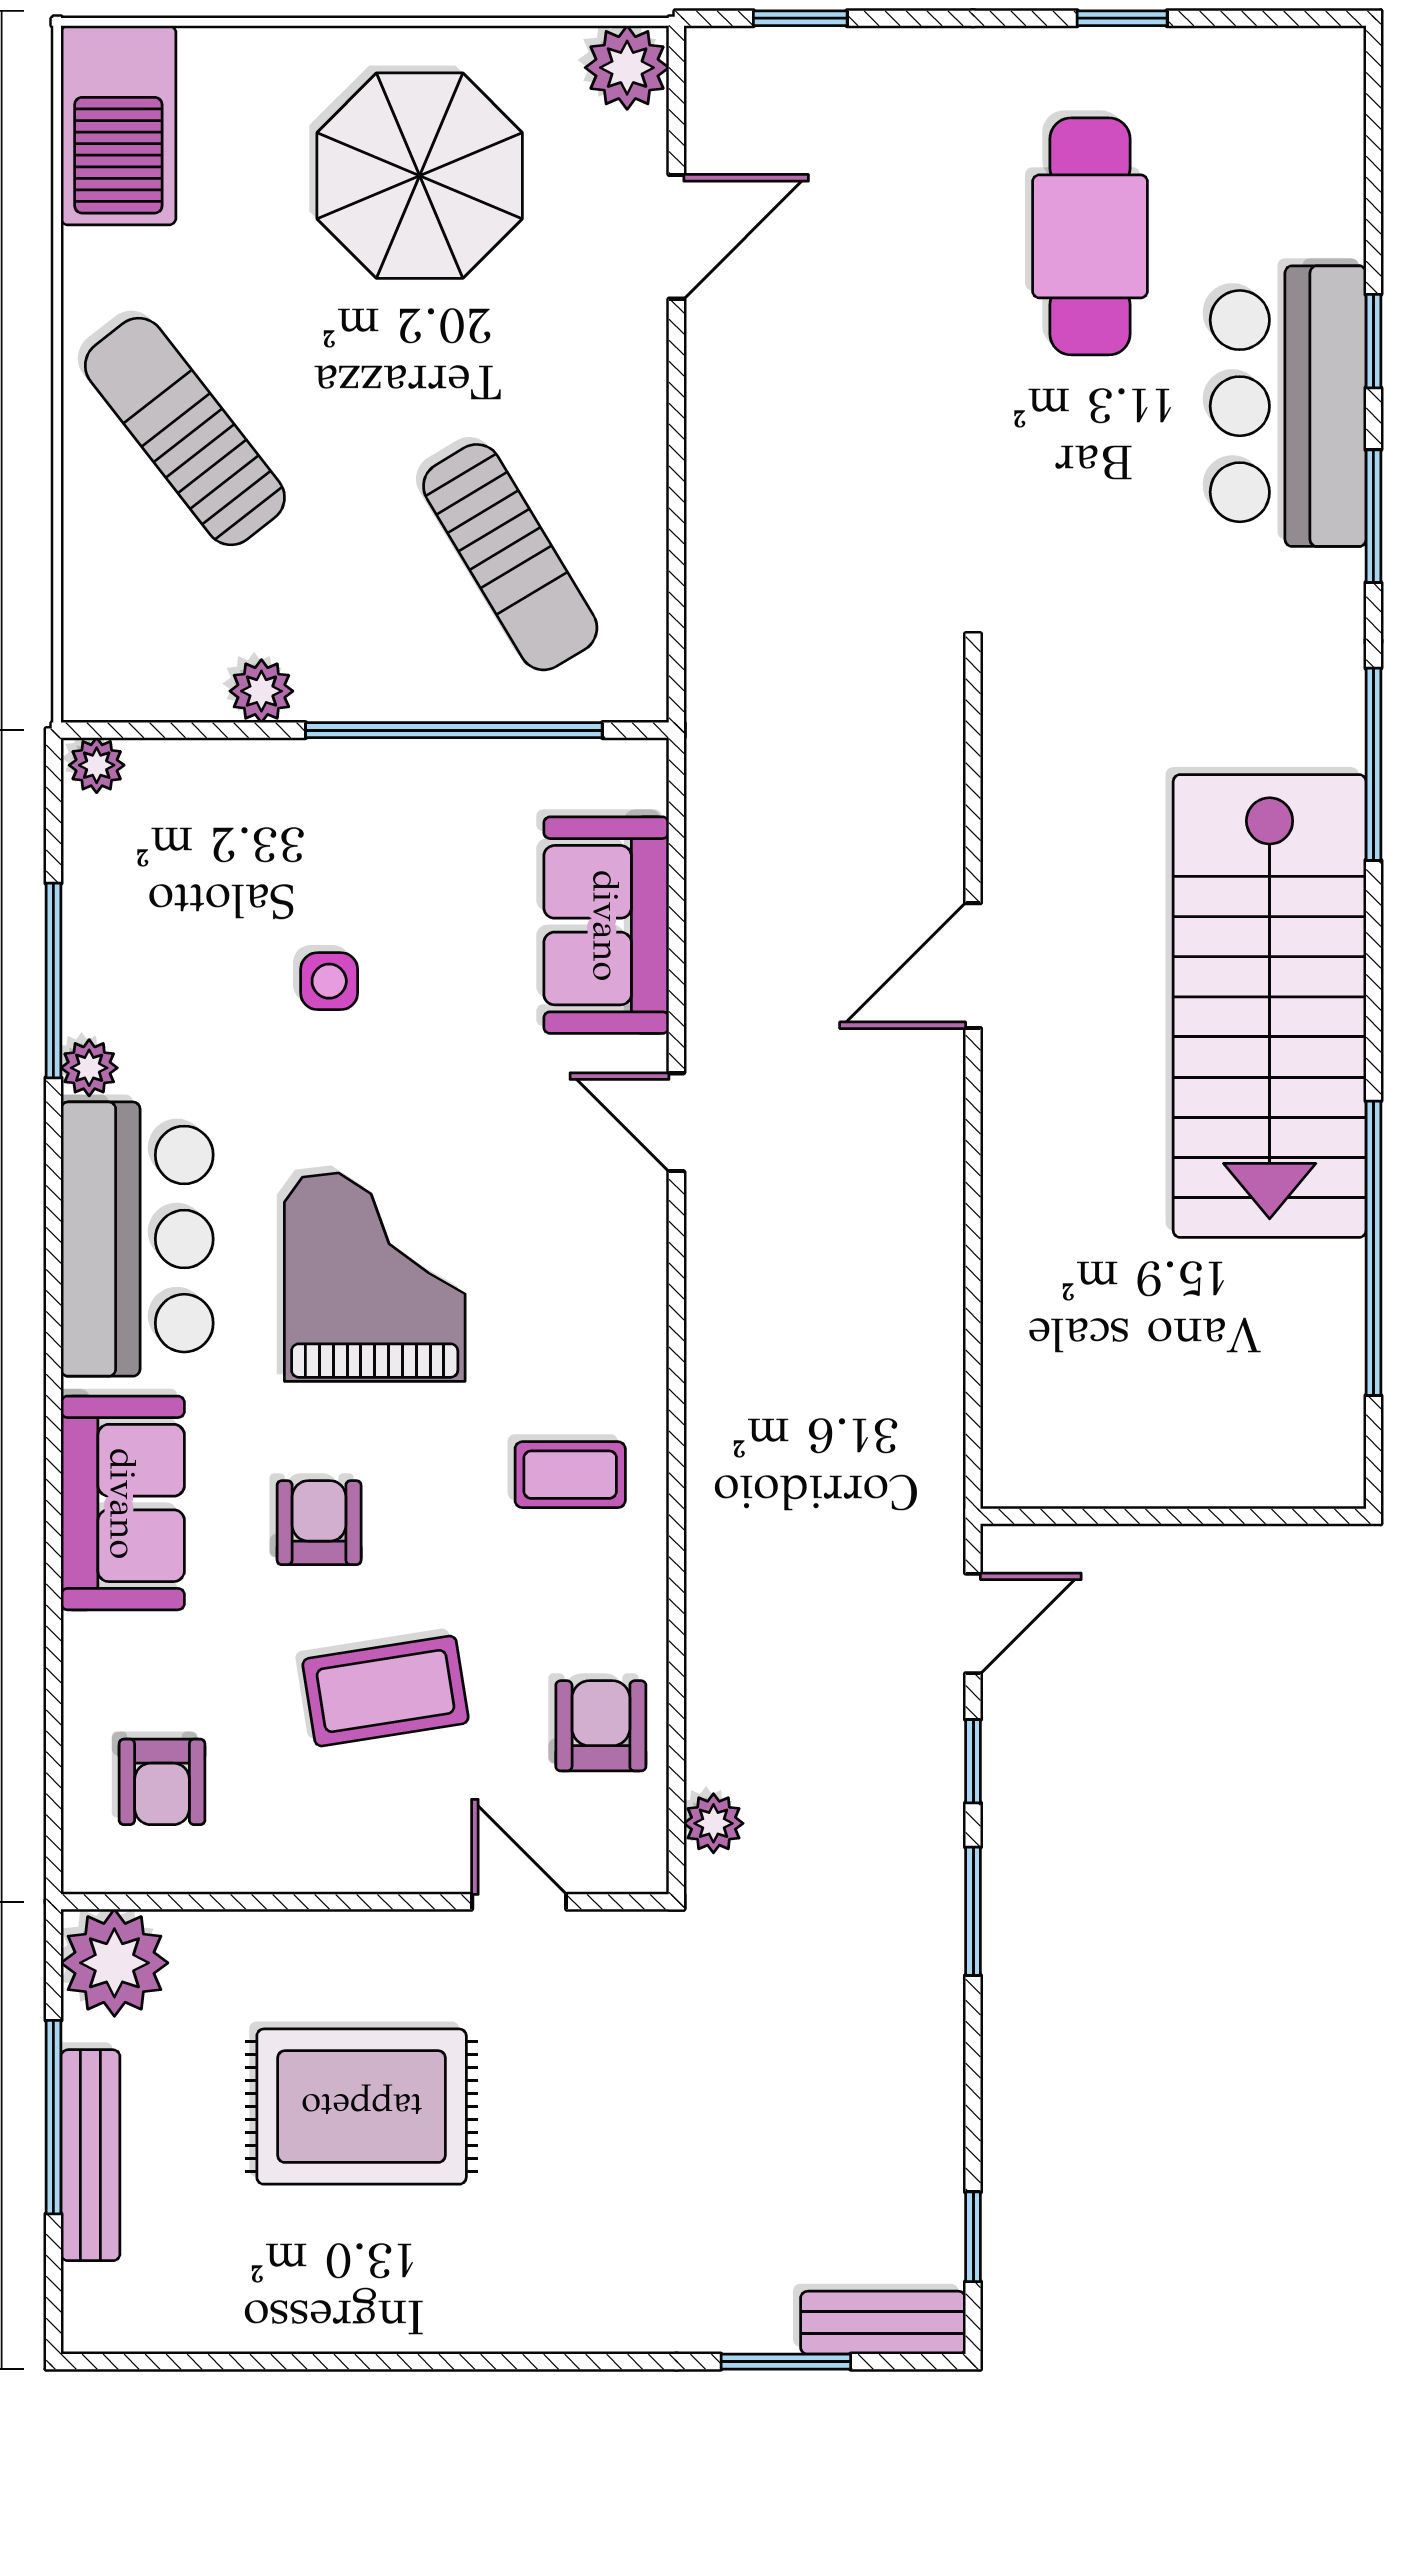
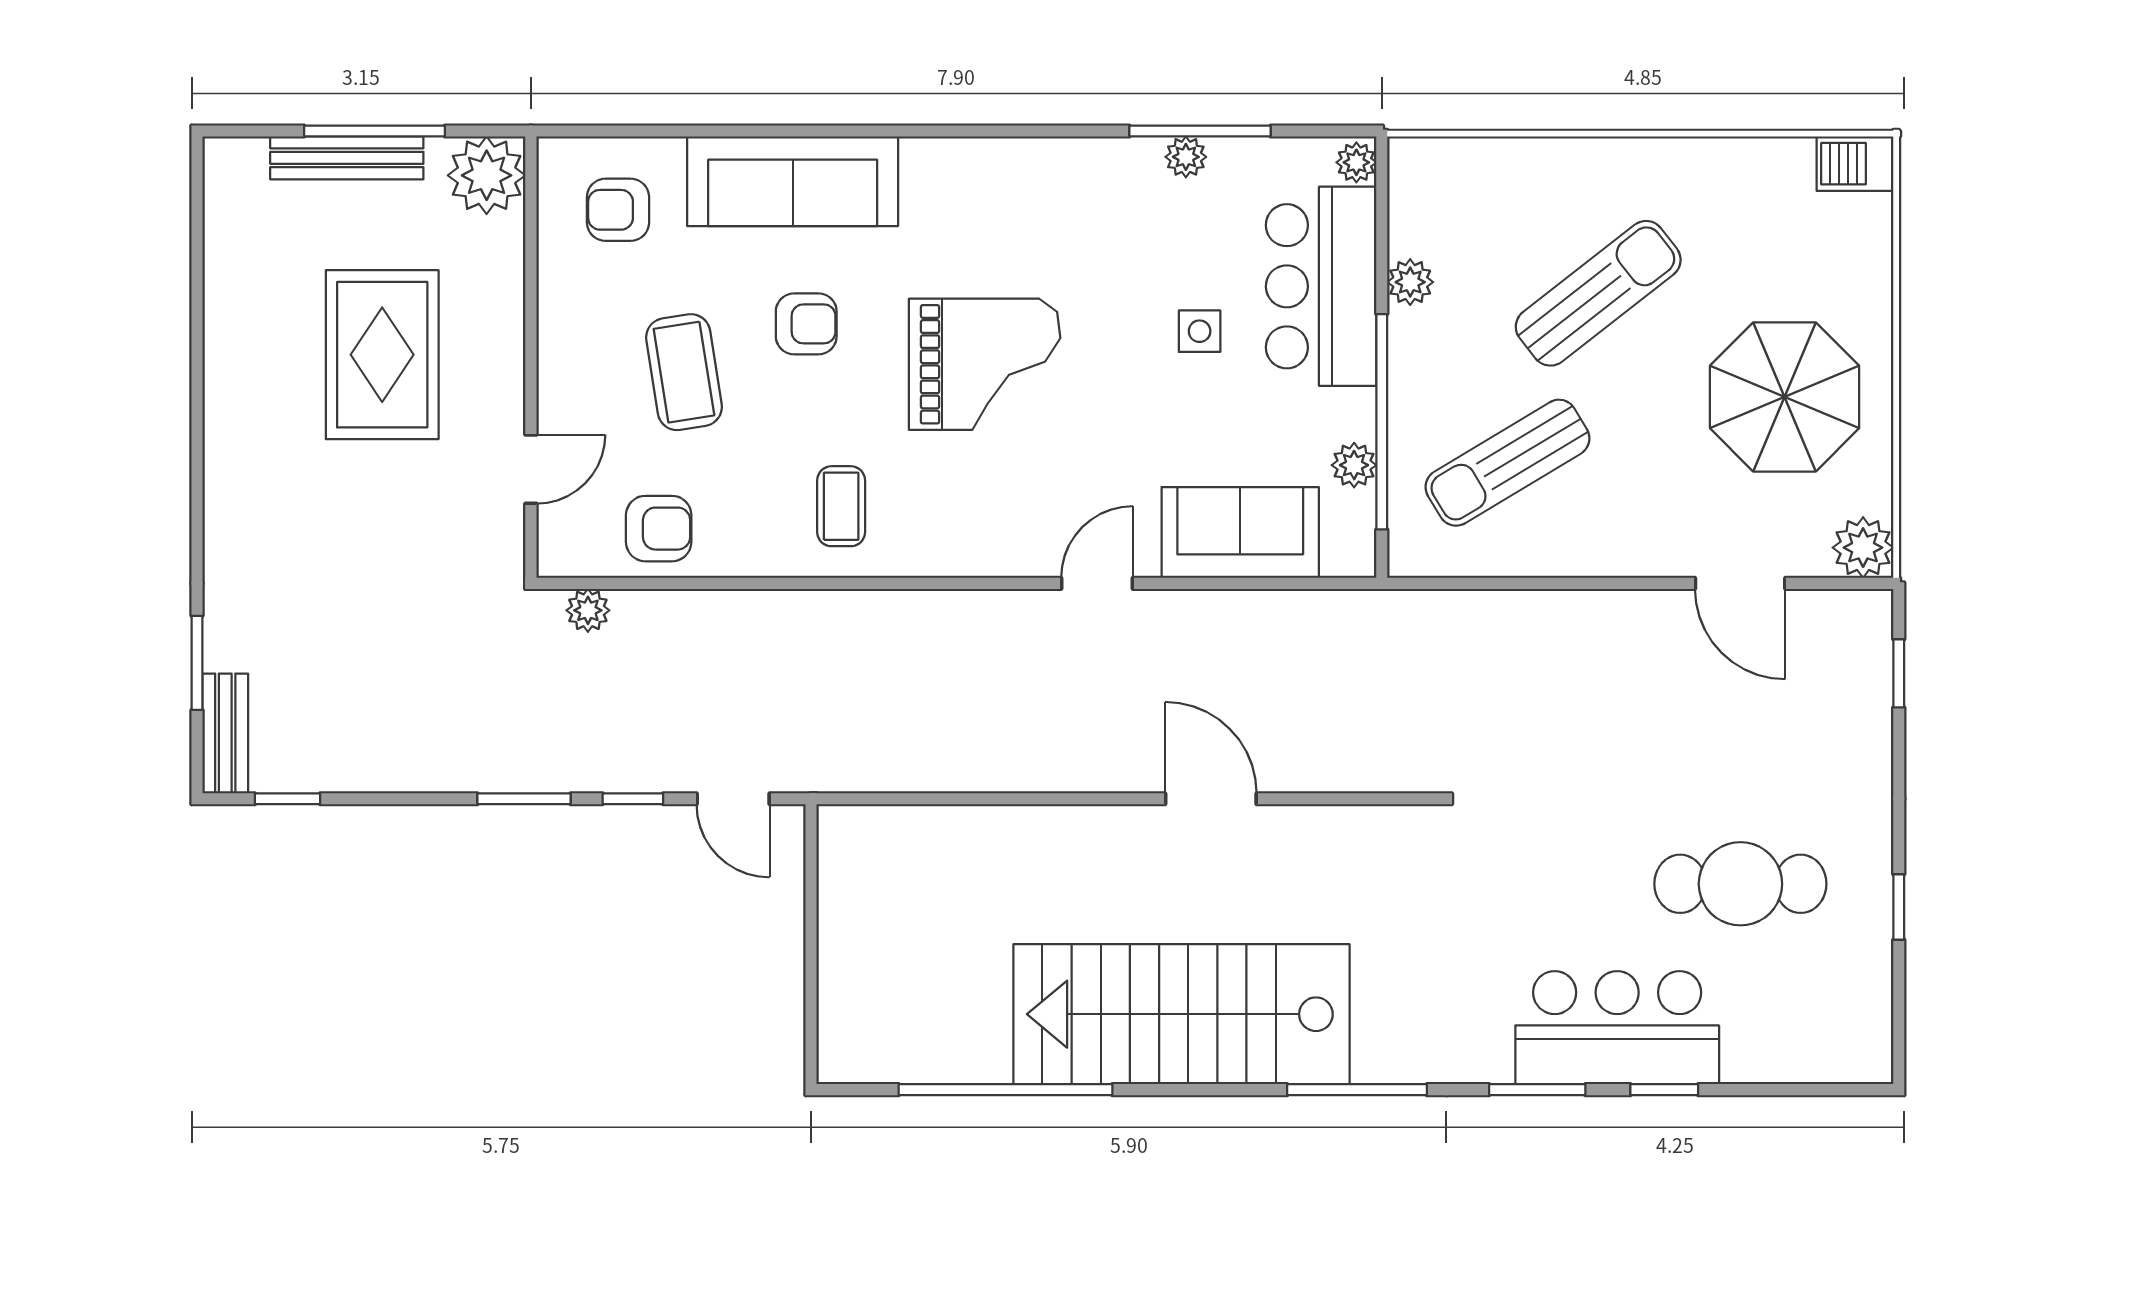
barbecue: (118, 125) -> (1855, 164), width x0.53, depth x0.65
sun lounger: (185, 432) -> (1598, 293), moved
plant: (513, 768) -> (1354, 465), added
plant: (89, 1068) -> (1186, 157), moved
bar counter: (137, 1239) -> (1321, 286), moved, turned 90
sofa: (123, 1503) -> (793, 181), width x1.36

